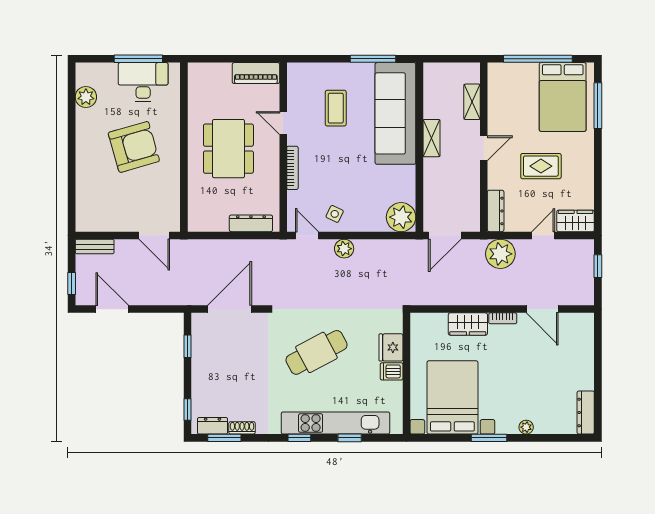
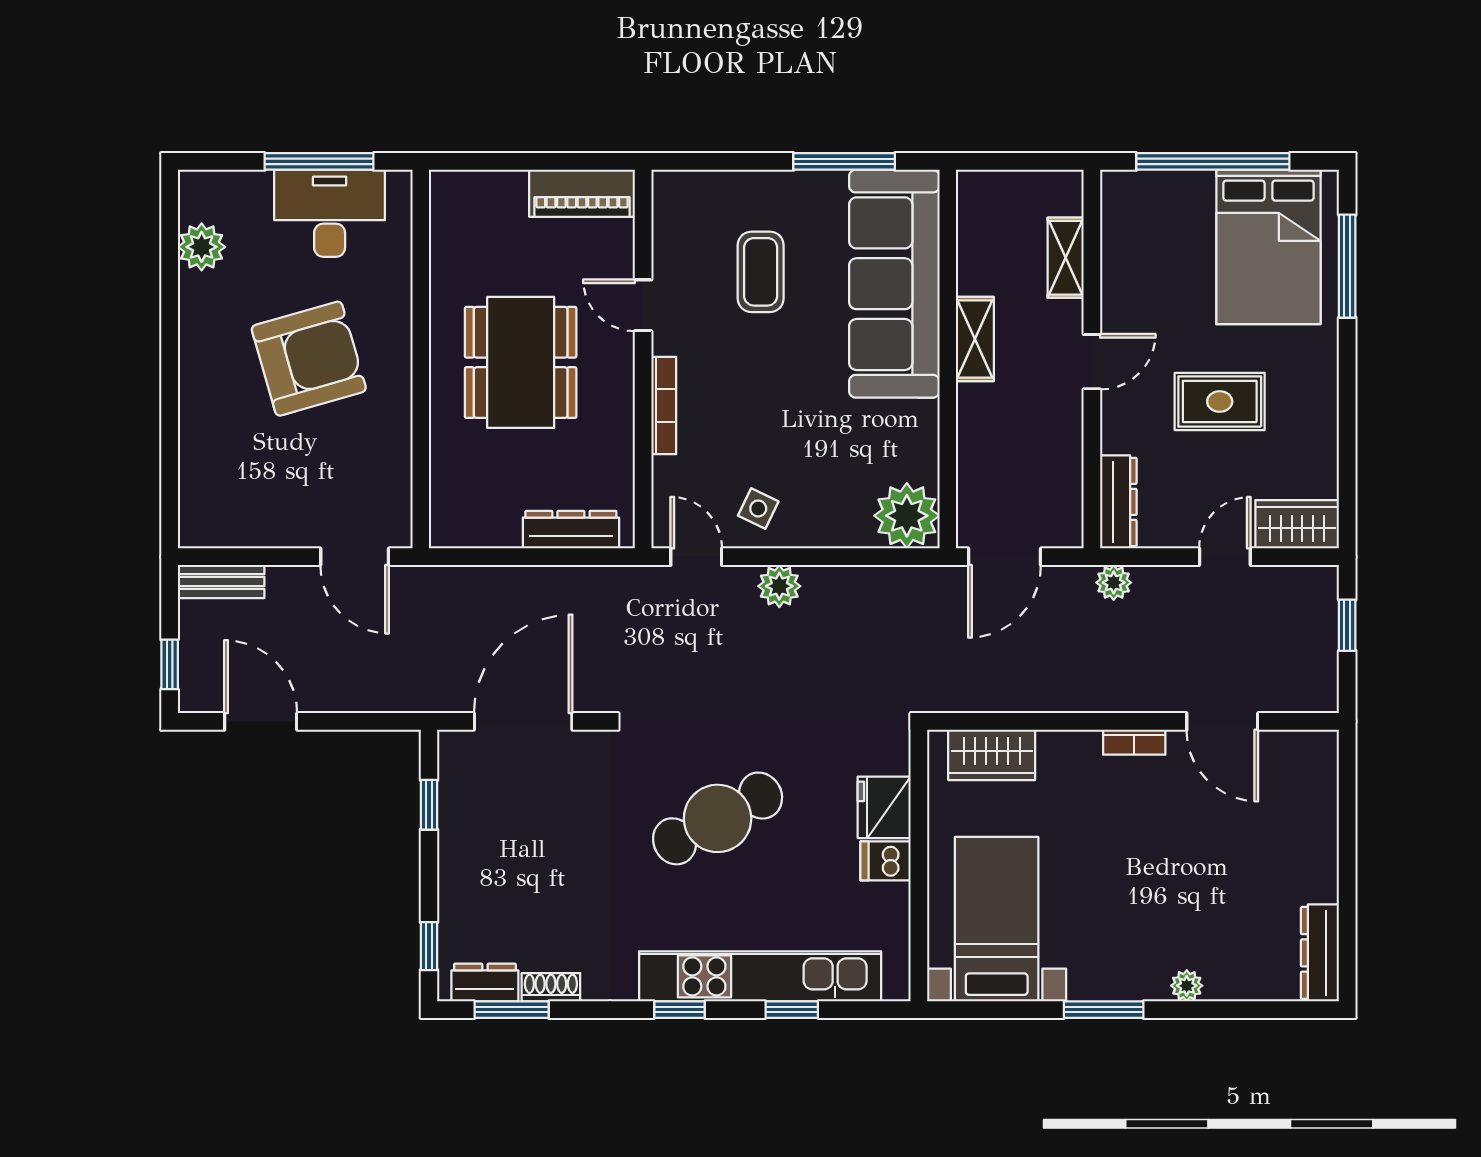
plant: (500, 254) -> (1114, 583), width x0.53, depth x0.53
wardrobe: (468, 324) -> (992, 755), moved
bed with nightstands: (452, 397) -> (997, 919), width x0.73

